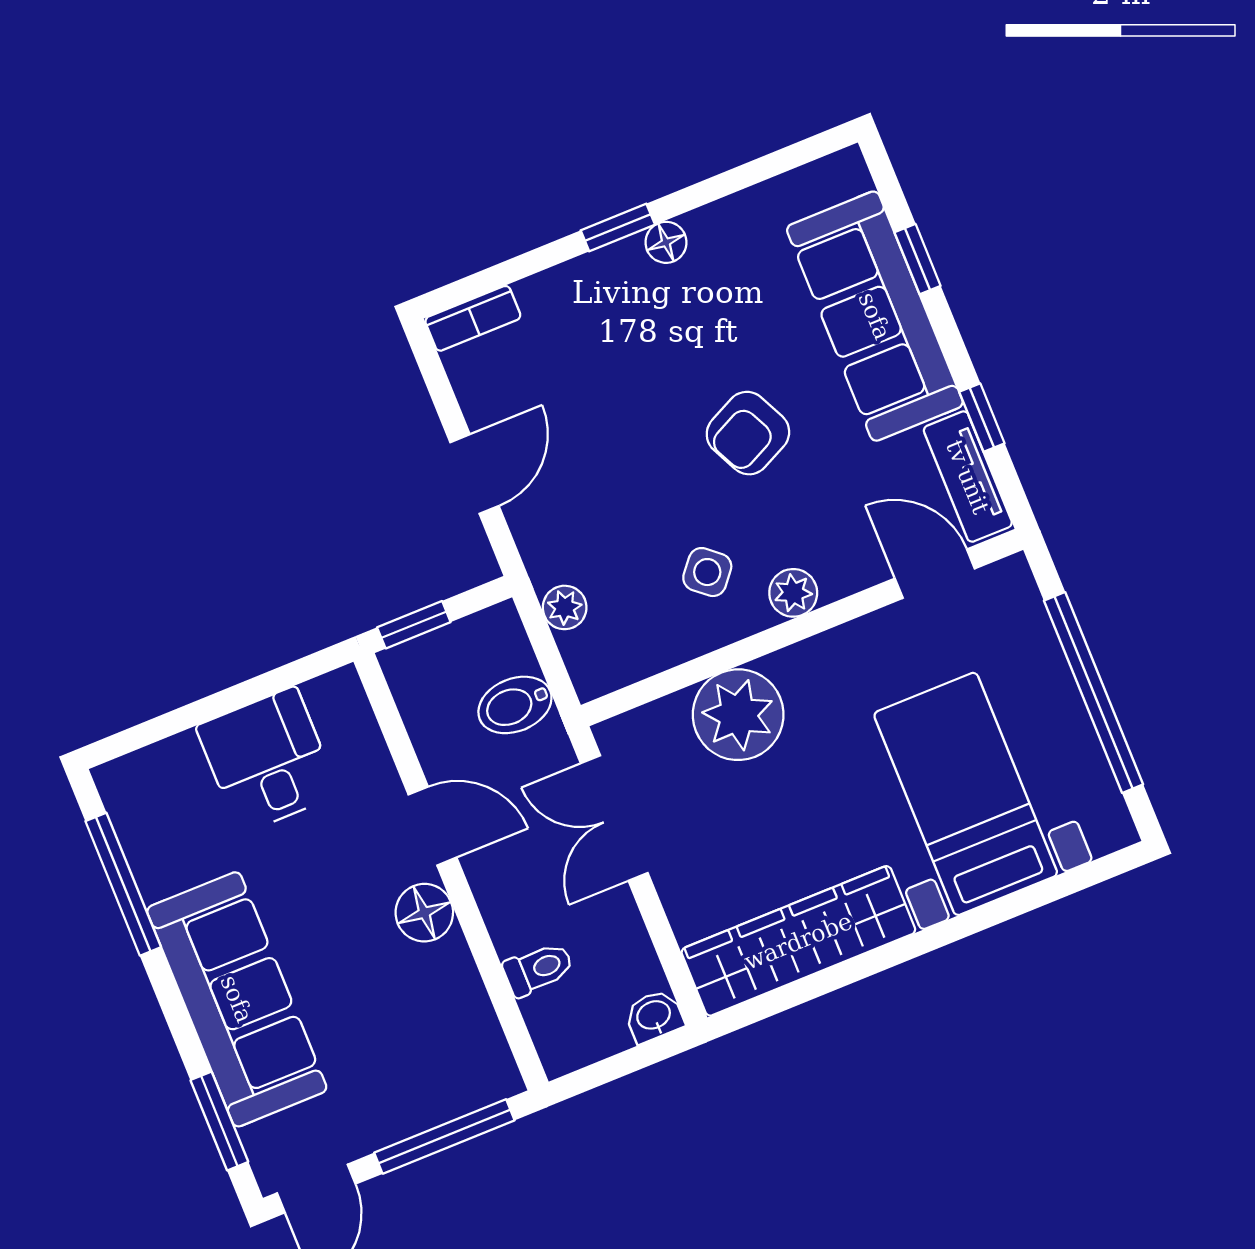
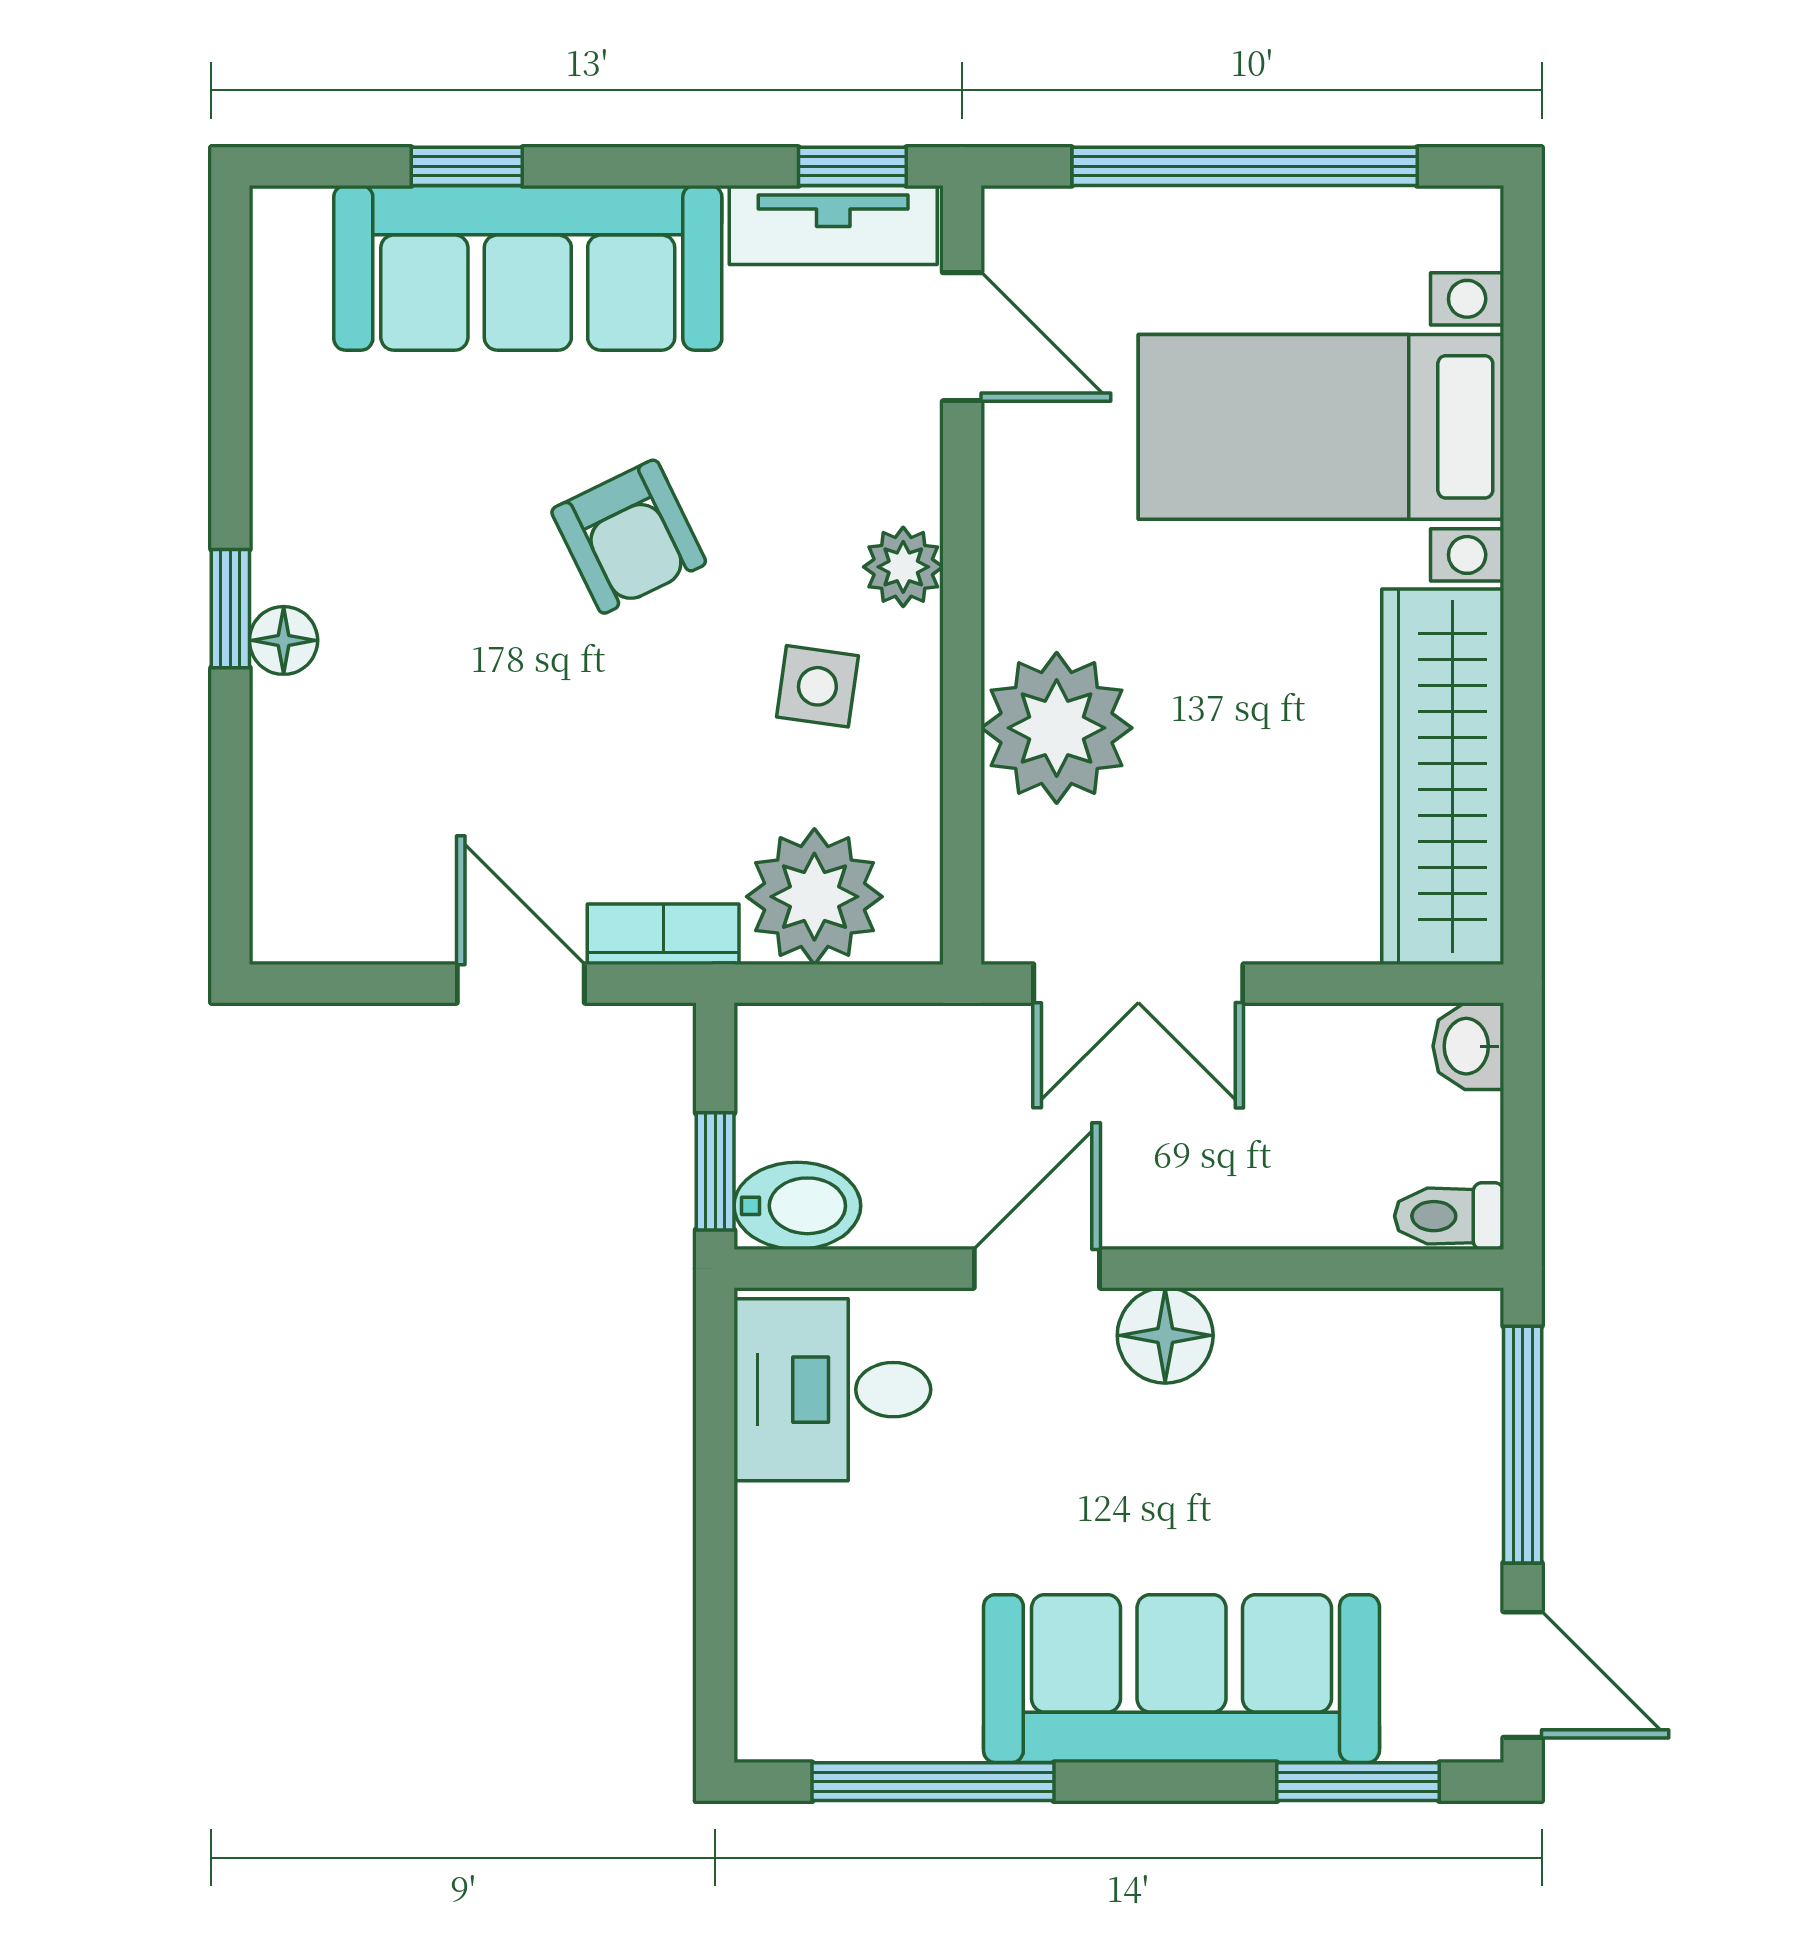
floor lamp: (666, 242) -> (284, 640), moved
bookcase: (473, 318) -> (663, 934), moved, turned -90
window: (982, 418) -> (852, 166), moved
side table: (707, 572) -> (817, 686), turned -32
door: (935, 574) -> (962, 337), swing flipped
plant: (565, 607) -> (814, 897), width x1.87, depth x1.87
bidet: (515, 705) -> (797, 1206), moved, turned -90
desk: (268, 760) -> (832, 1390), moved
toilet: (538, 969) -> (1449, 1216), moved, turned -90

